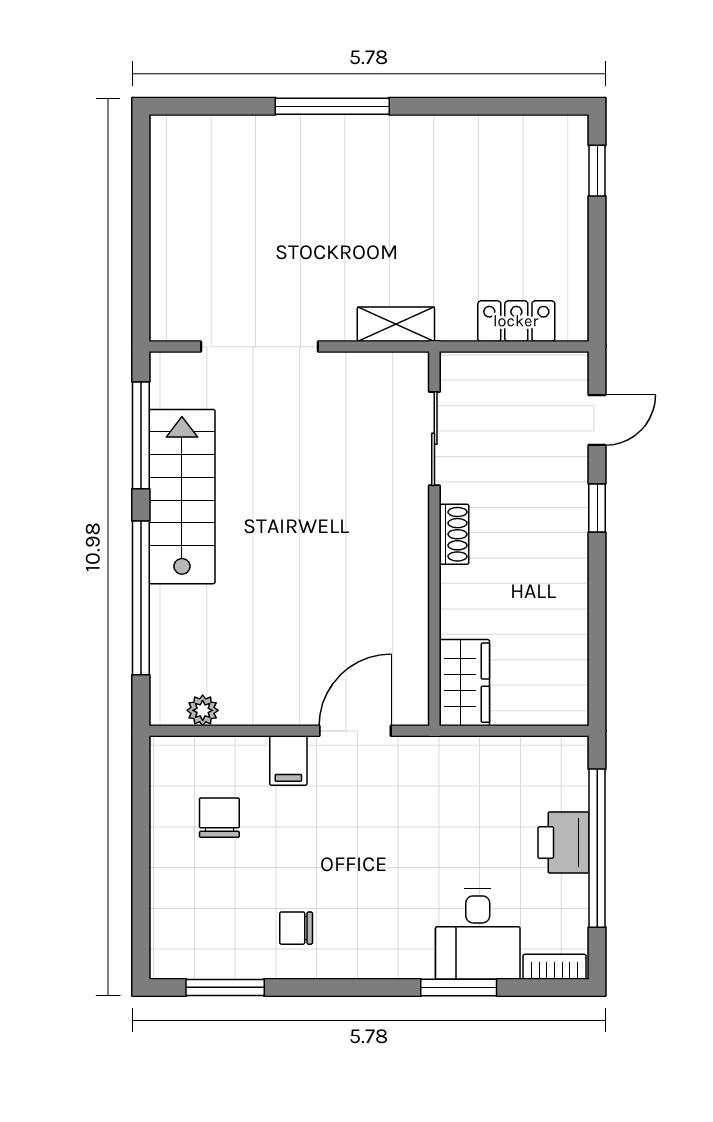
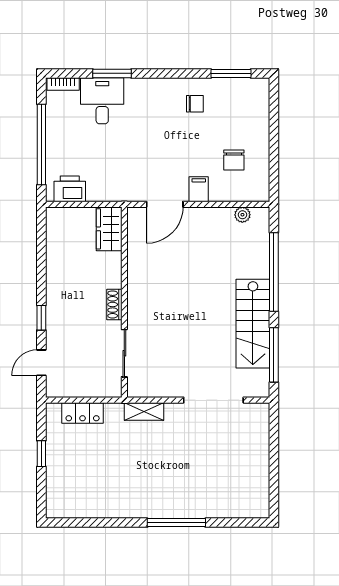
window: (597, 171) -> (41, 454), moved
printer: (564, 842) -> (70, 189), moved, turned -90

